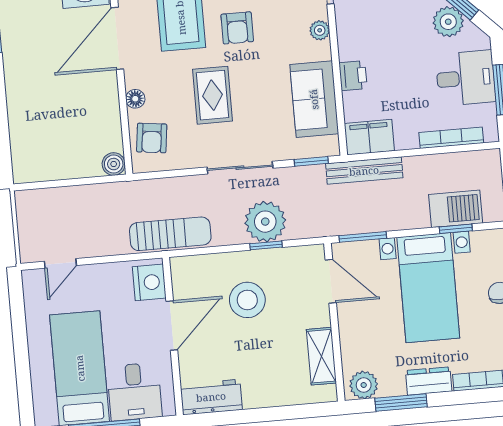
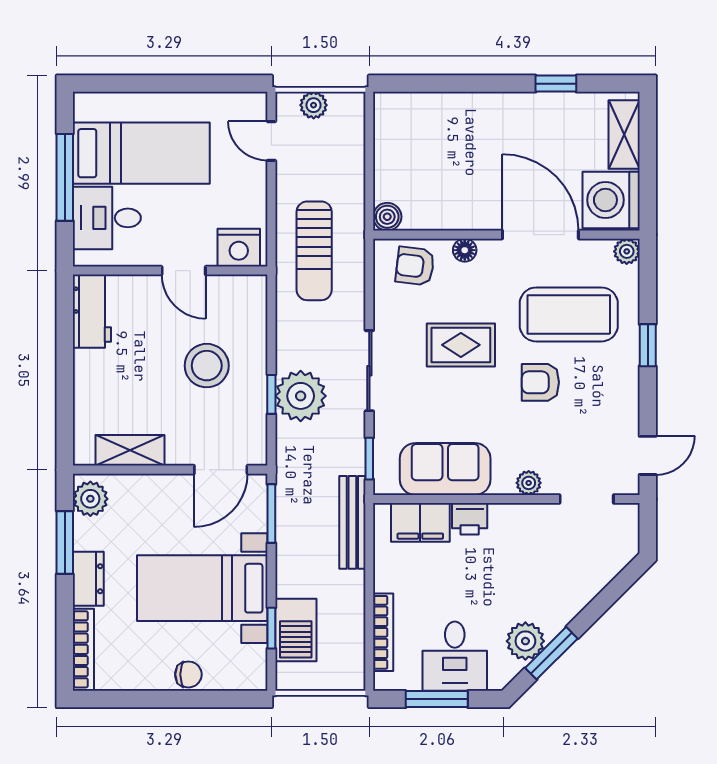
filing cabinet: (369, 137) -> (420, 522), moved, turned 90
plant: (28, 232) -> (314, 105), added
sun lounger: (170, 234) -> (314, 251), moved
door: (172, 325) -> (184, 271), width x0.73

